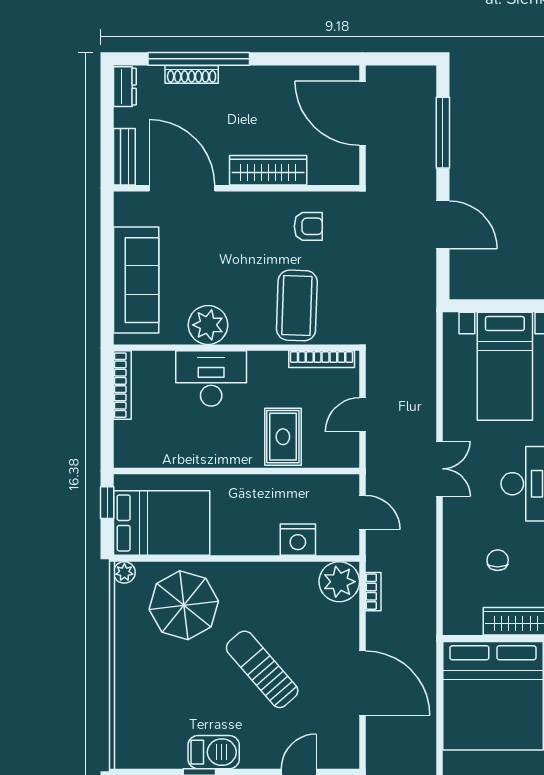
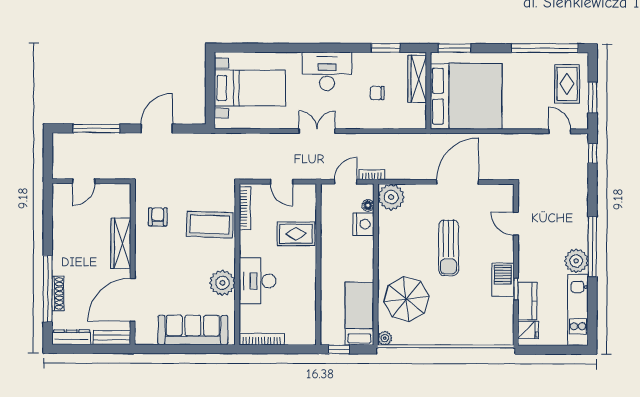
dresser: (125, 87) -> (72, 337), width x1.44
door: (362, 113) -> (84, 181), width x0.53
bed: (162, 523) -> (359, 314), width x0.67
floor lamp: (326, 547) -> (368, 205), added
bookcase: (373, 592) -> (372, 175), moved
sun lounger: (262, 669) -> (449, 248), turned -49

